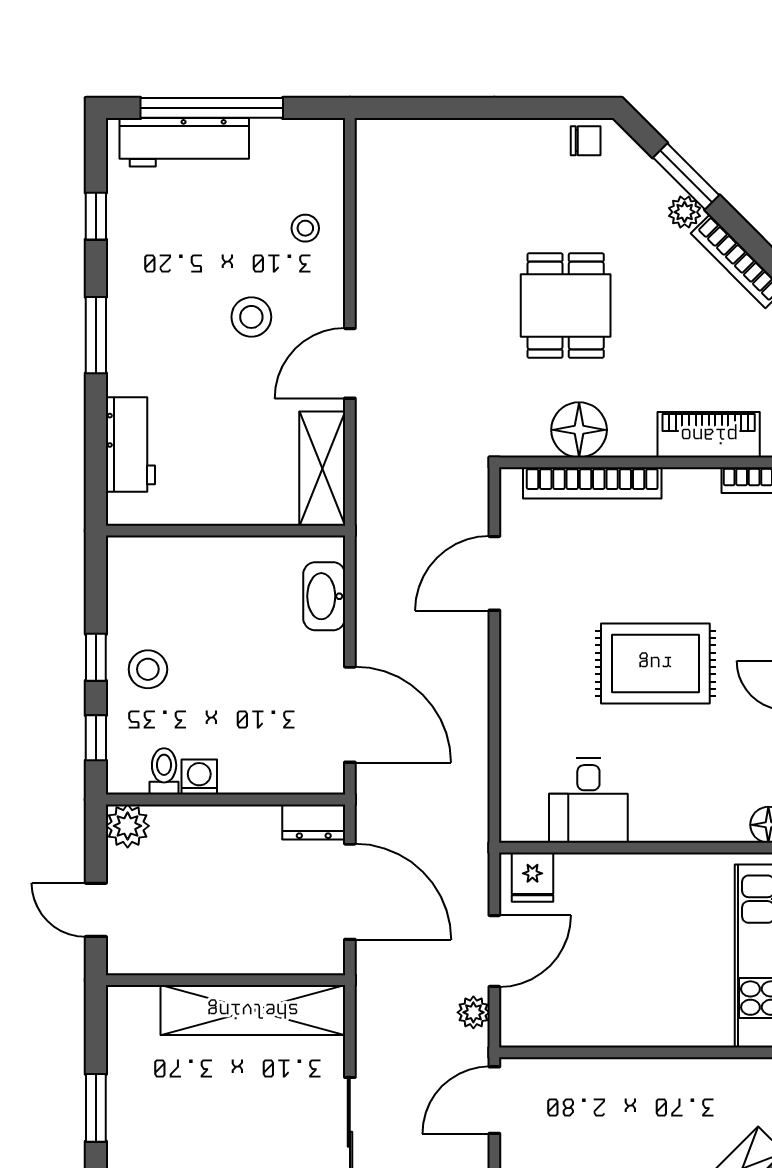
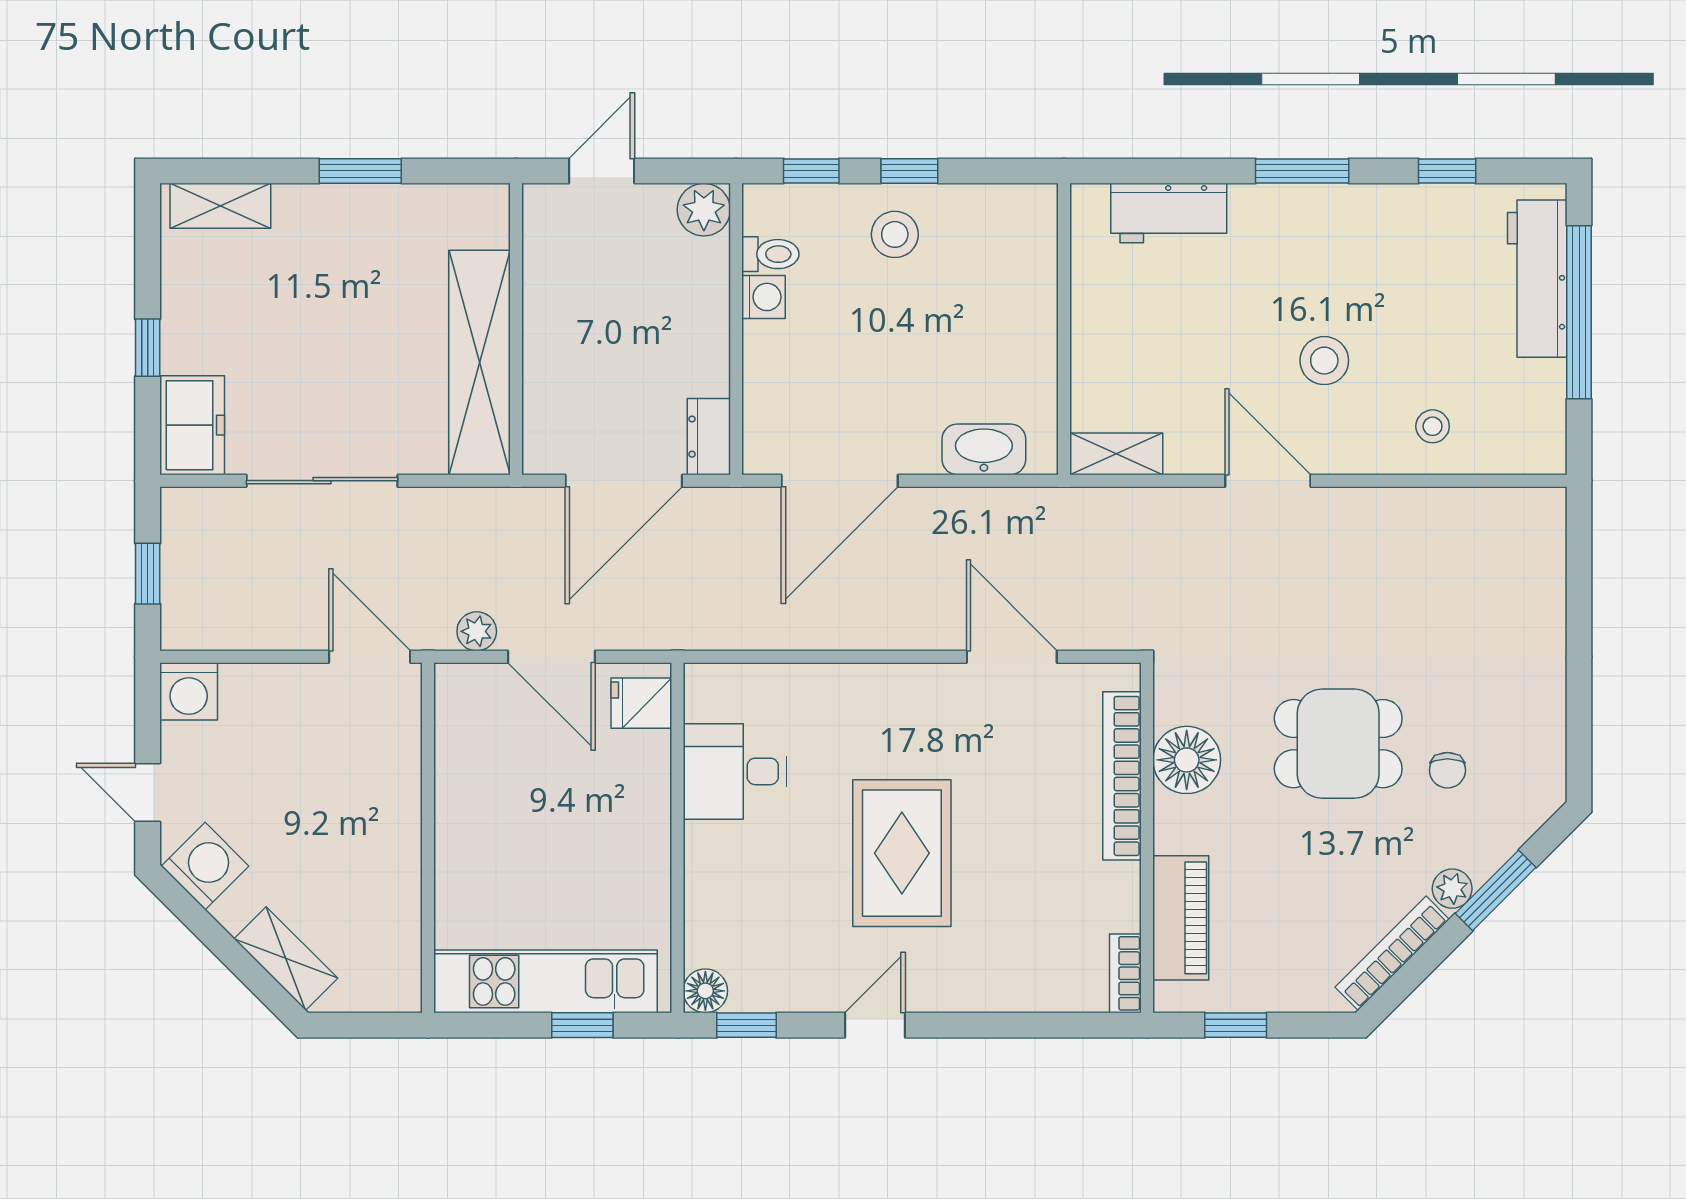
chair: (586, 141) -> (1447, 770), moved
shelving: (322, 469) -> (1116, 454), width x0.67, depth x0.75

